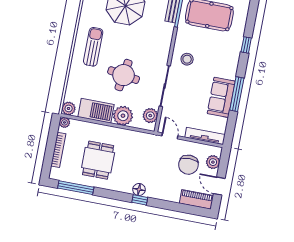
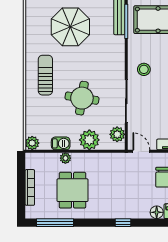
barbecue: (96, 111) -> (61, 143), width x0.53, depth x0.65
plant: (64, 122) -> (65, 158), moved
floor lamp: (139, 189) -> (157, 212), moved

